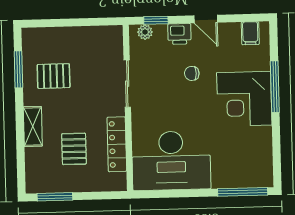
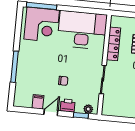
door: (206, 19) -> (51, 112), hinge flipped
filing cabinet: (250, 33) -> (38, 102), moved
corner desk: (244, 99) -> (42, 25), moved, turned 90

